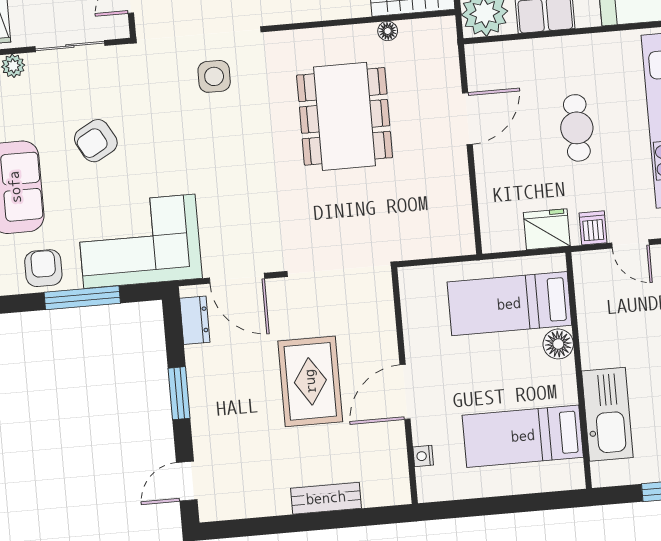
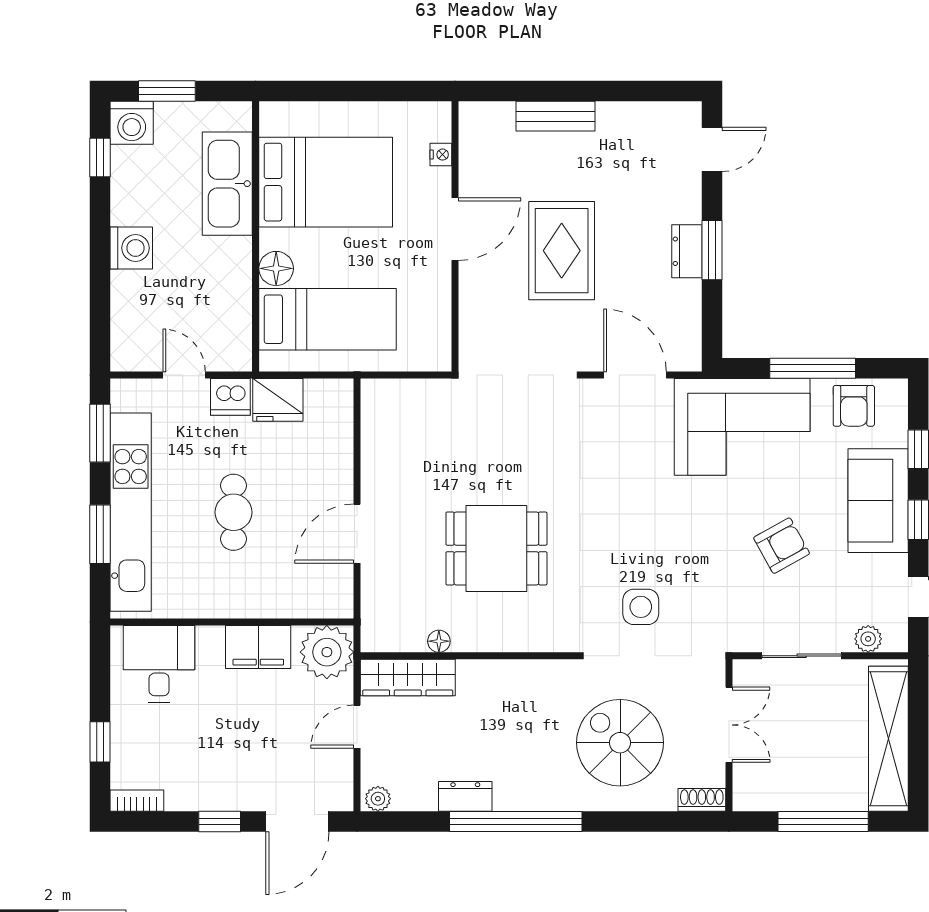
dining table: (345, 116) -> (496, 548), width x0.73
dishwasher: (593, 228) -> (230, 397), width x1.38
dresser: (195, 320) -> (687, 251), moved
bed: (523, 436) -> (326, 182), width x1.50

